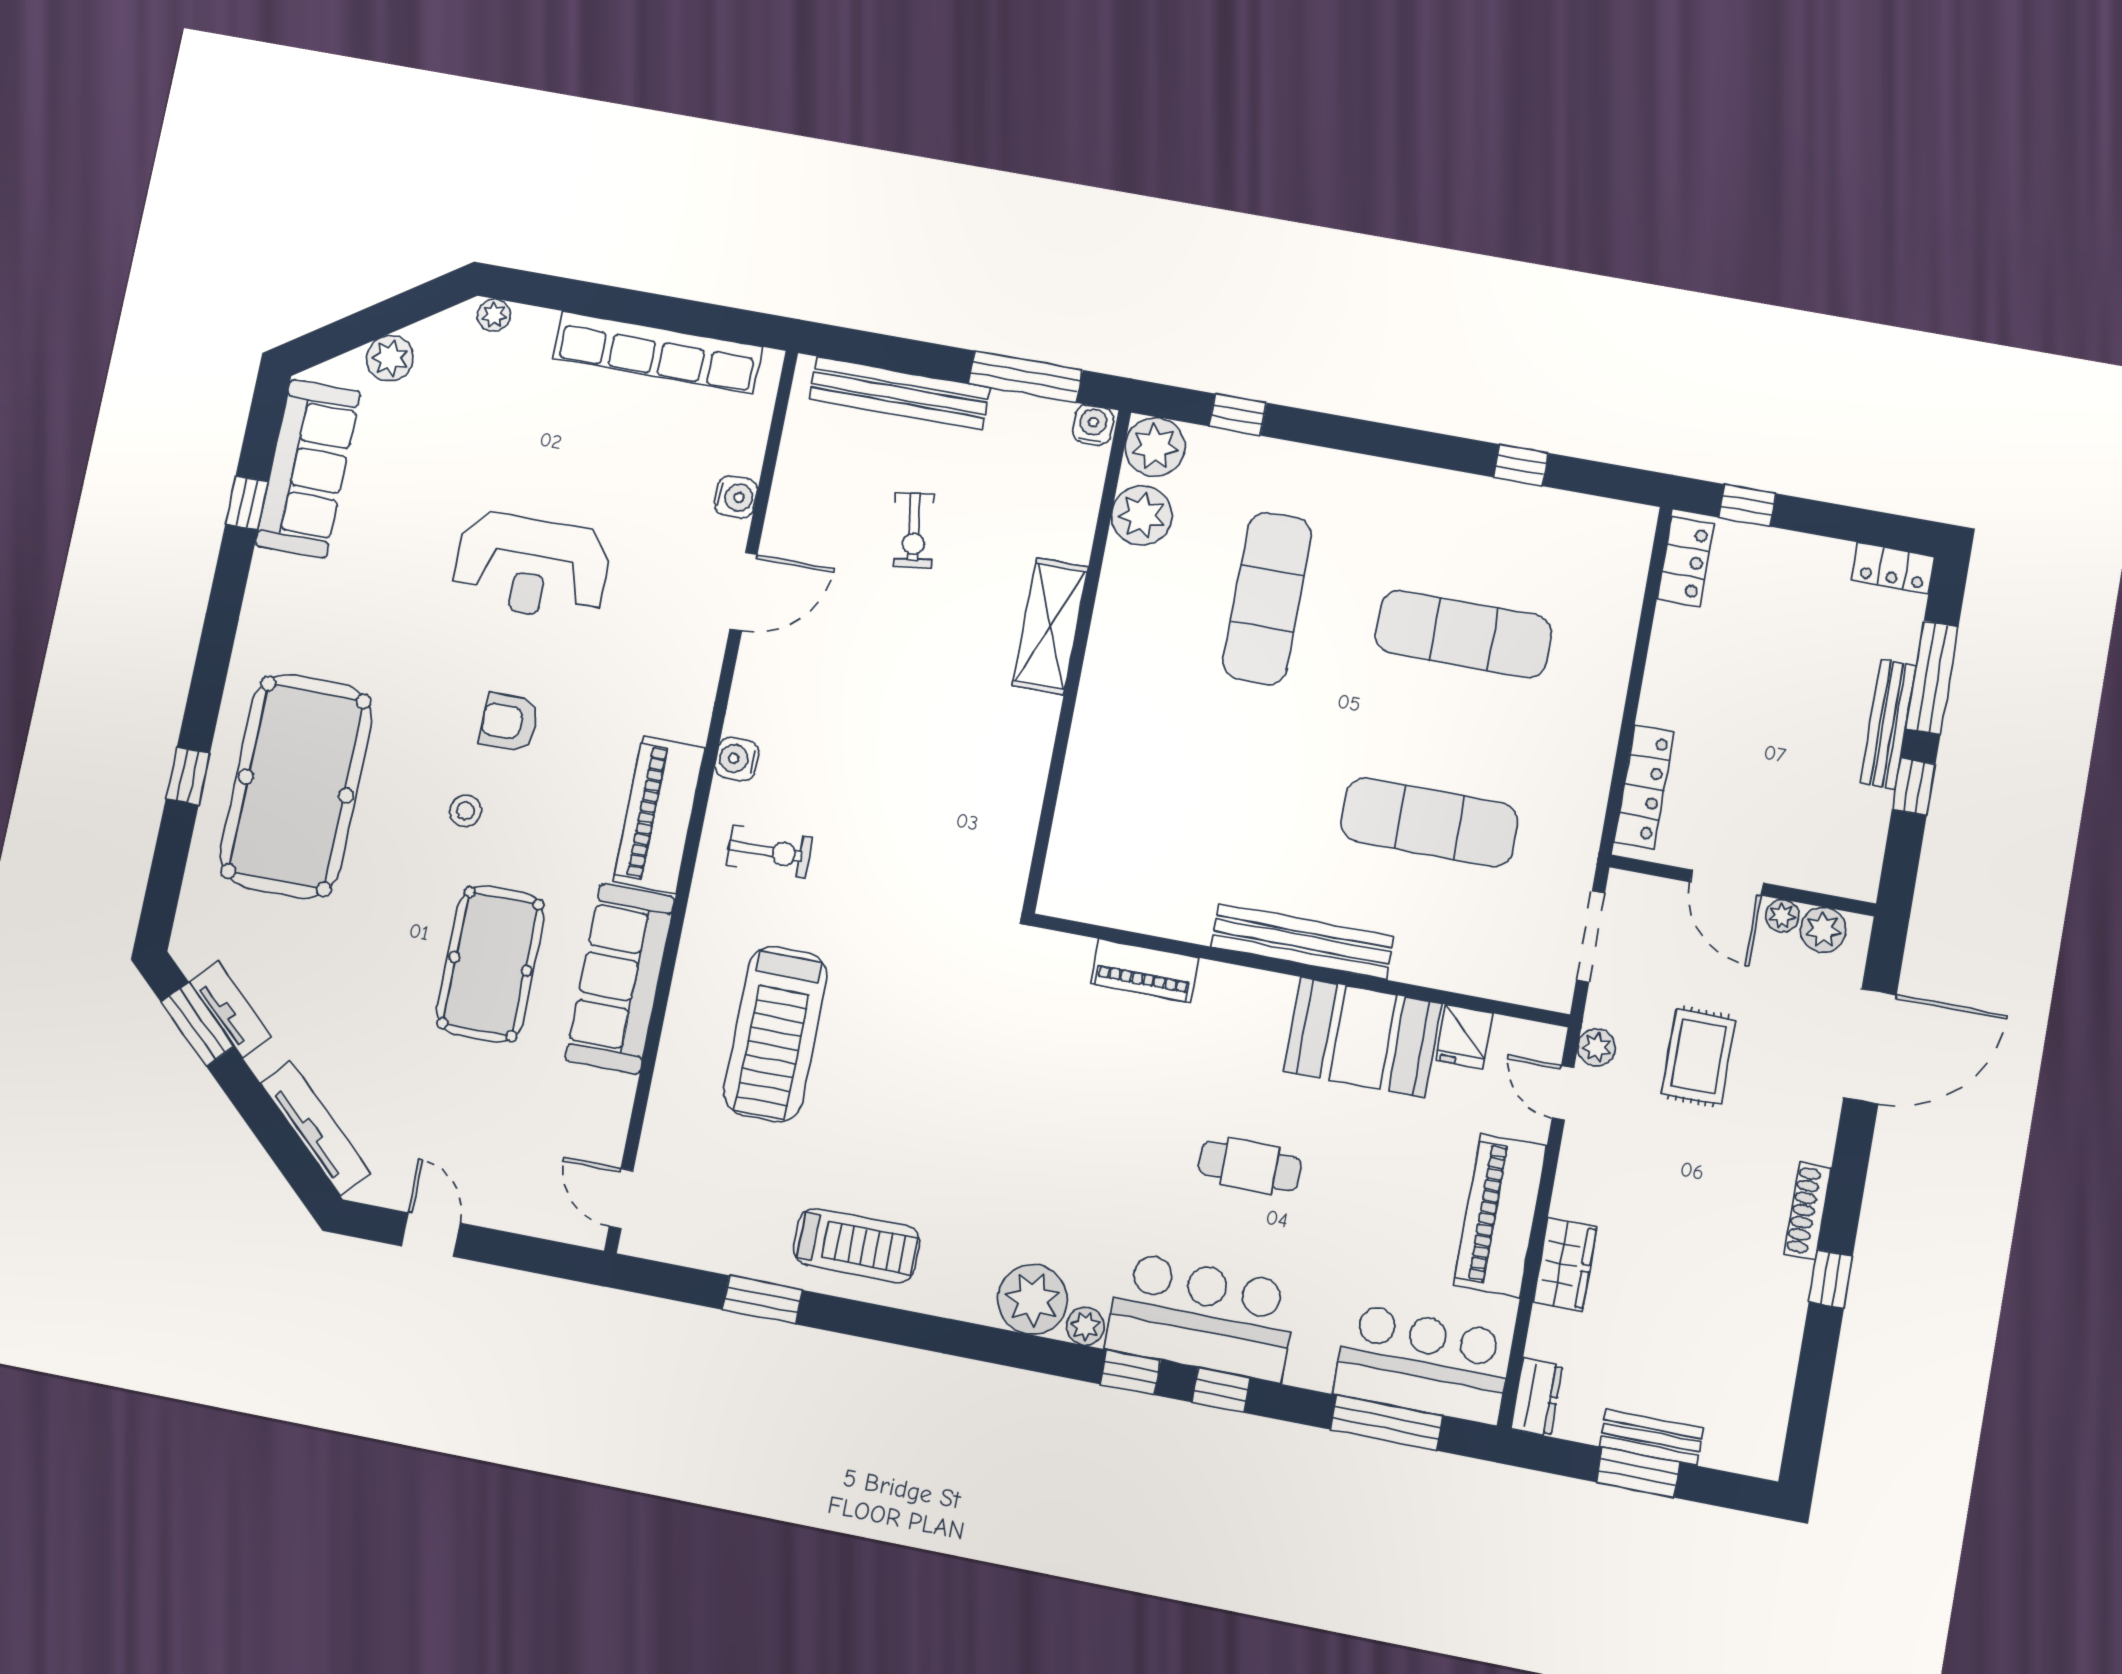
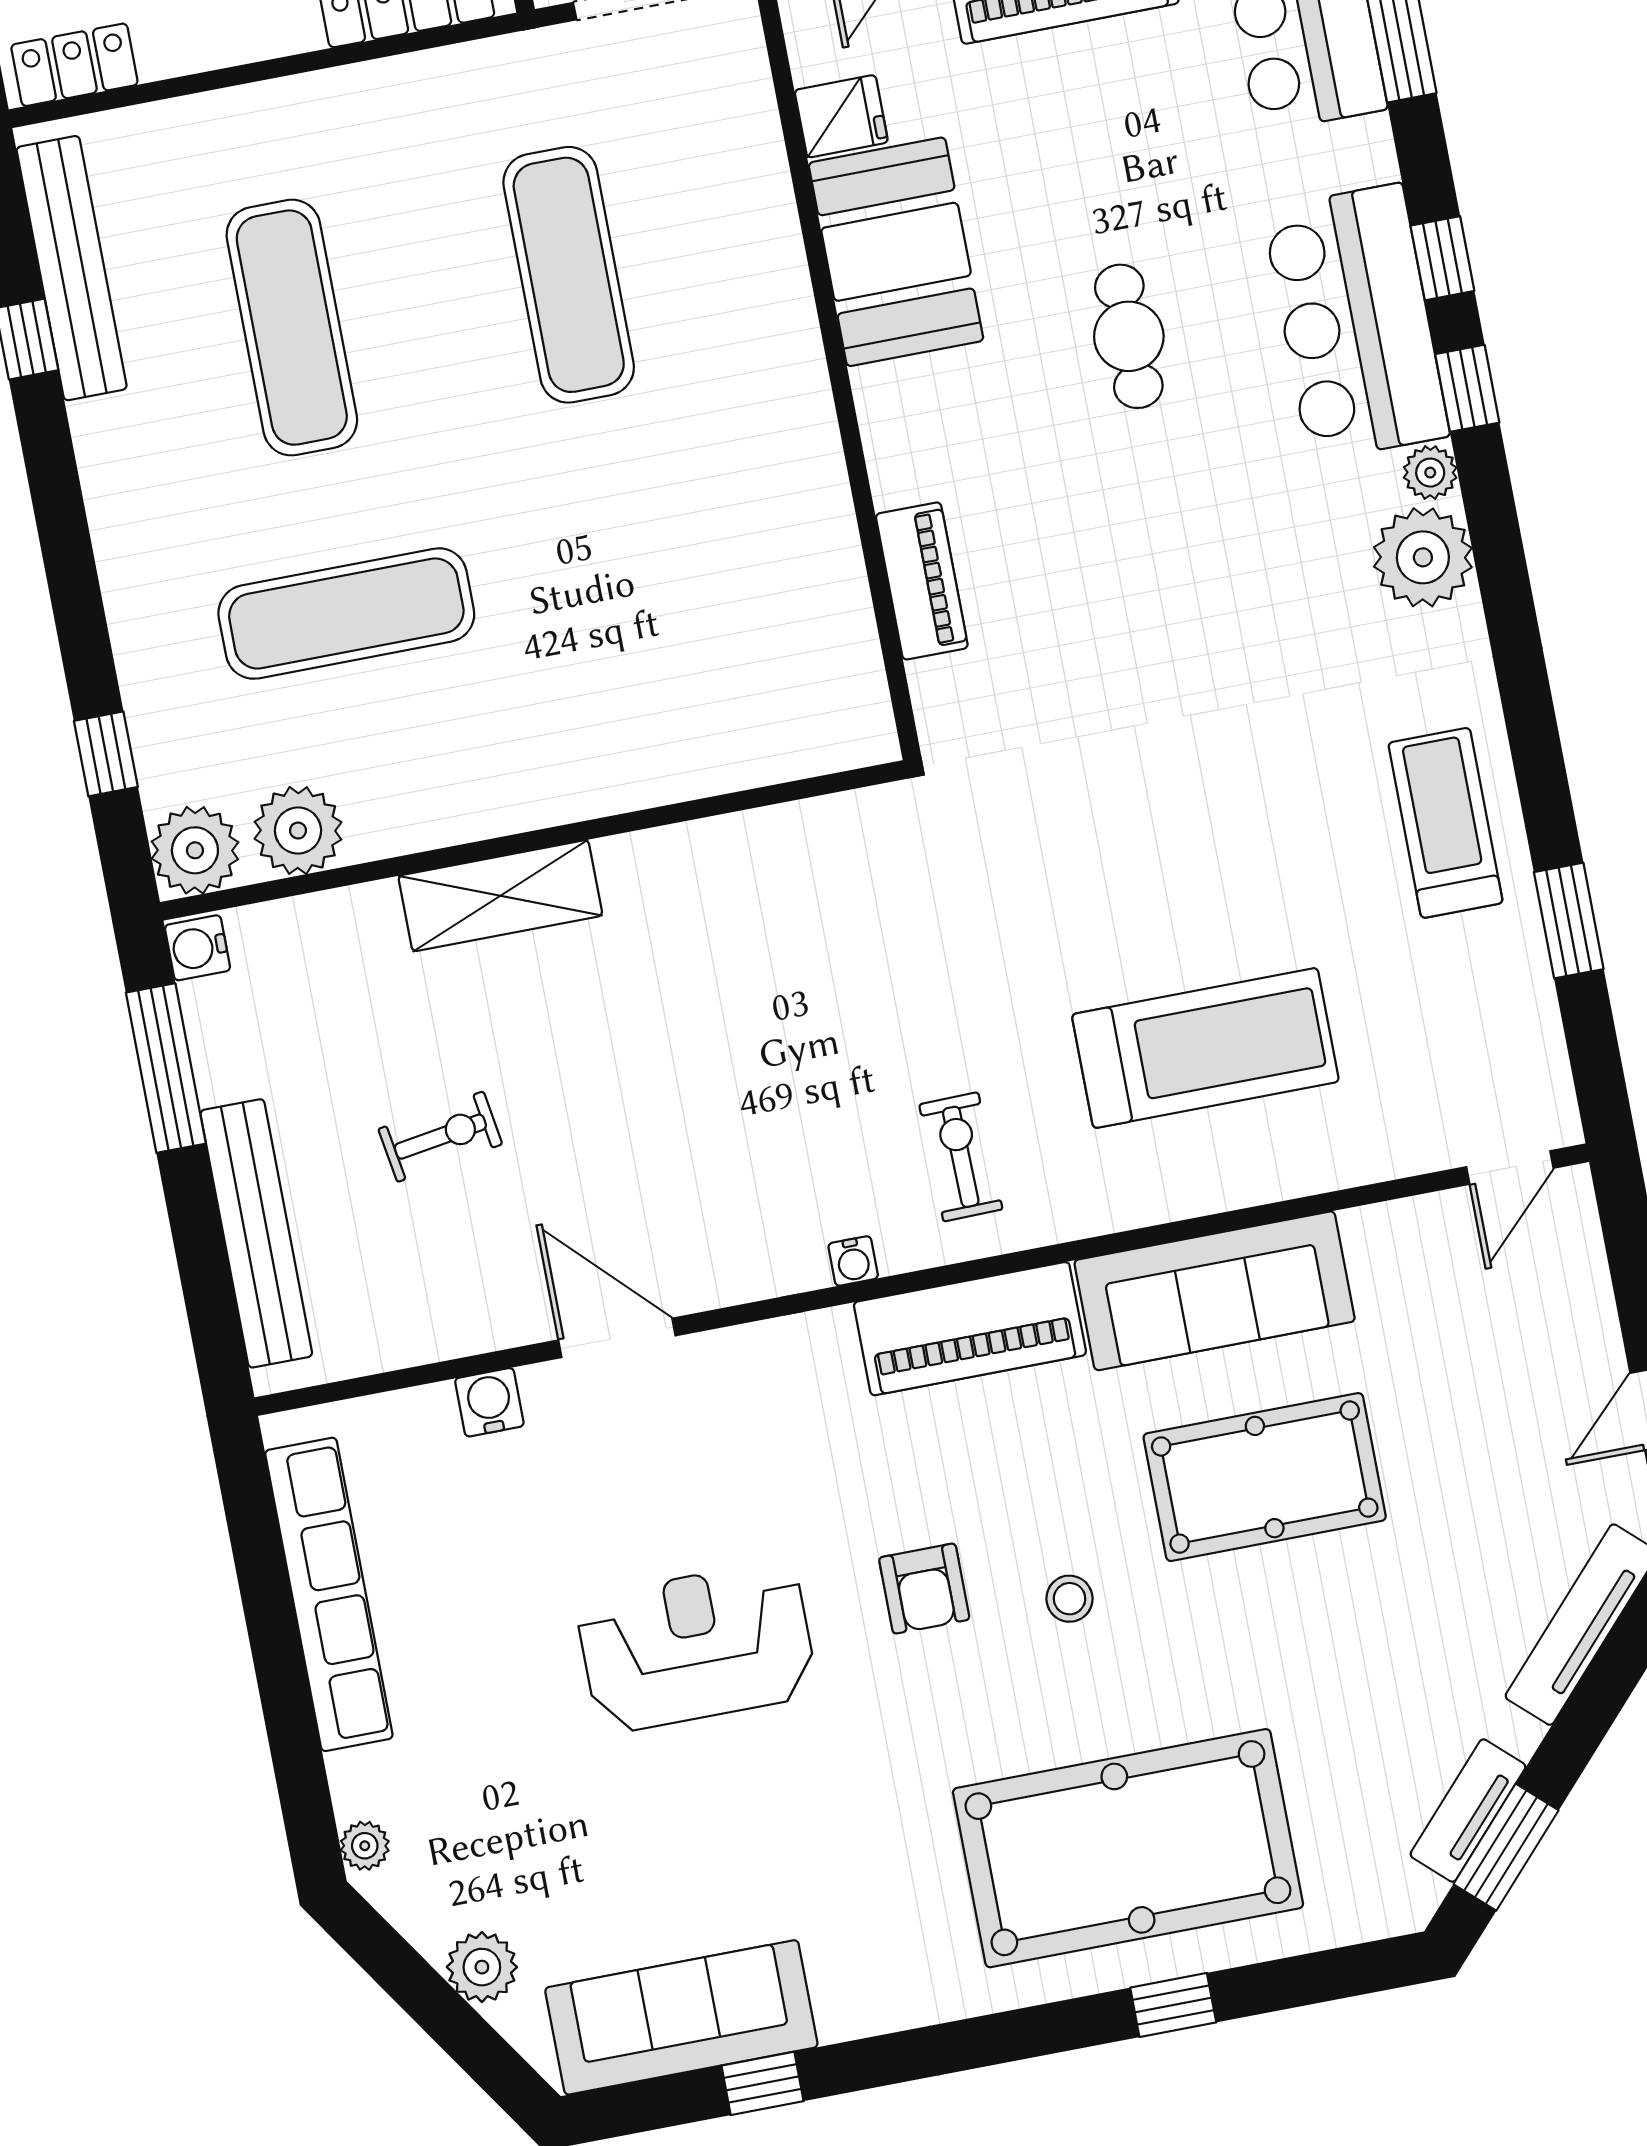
reception desk: (532, 567) -> (697, 1647), turned -90
water cooler: (737, 759) -> (853, 1261), width x0.72, depth x0.72
bench: (1302, 942) -> (72, 268), moved

